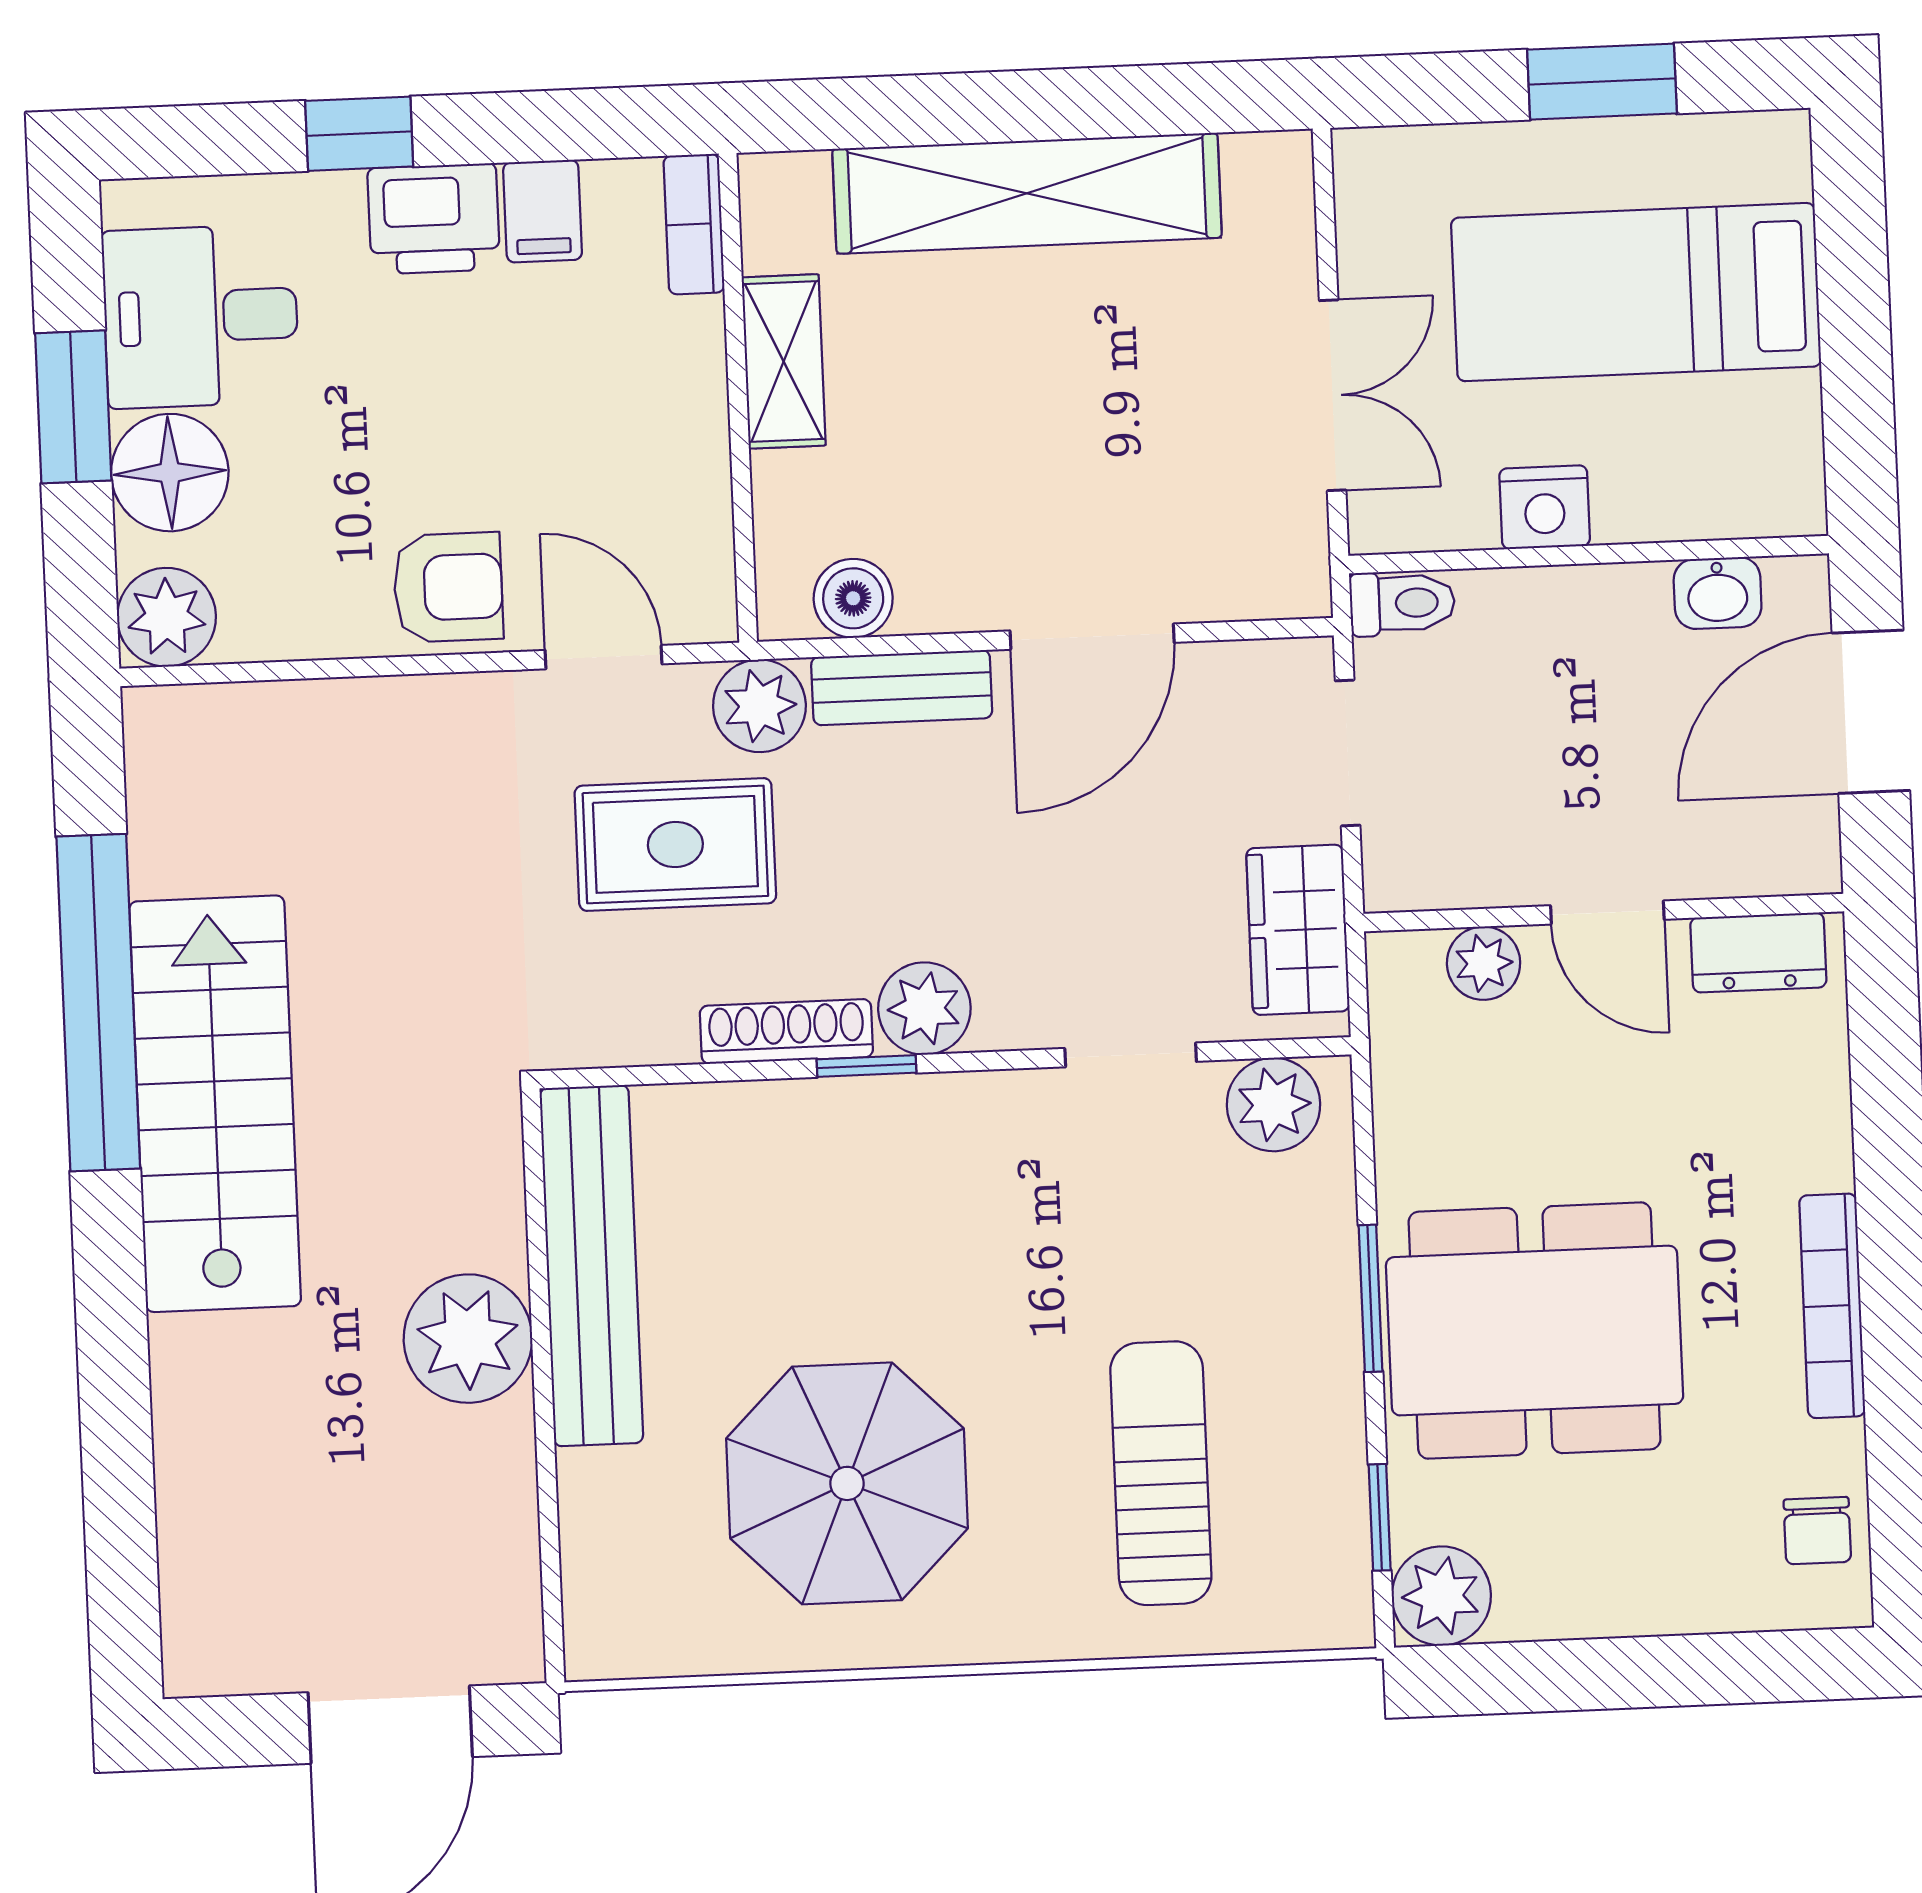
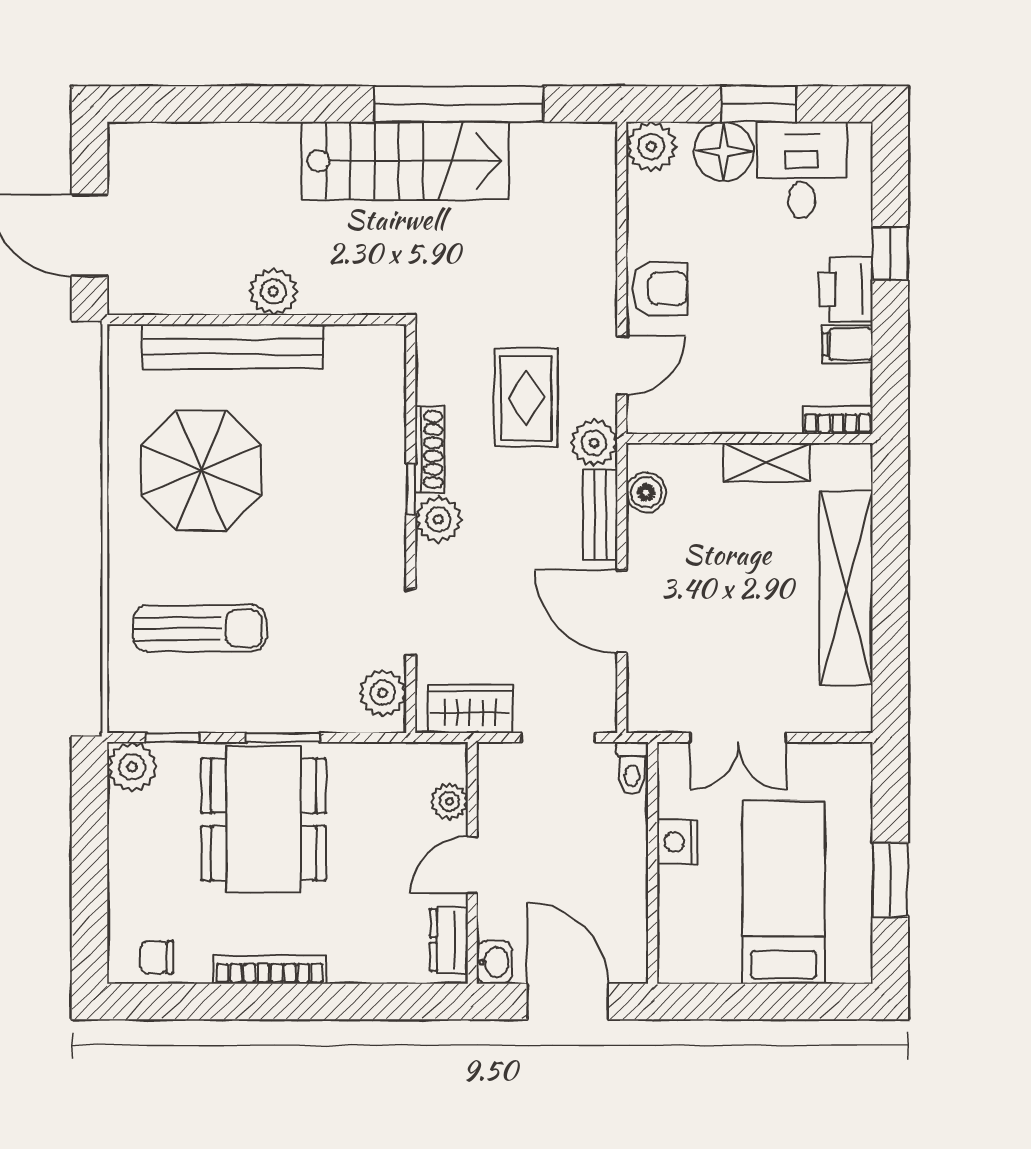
armchair: (448, 587) -> (660, 289), turned -90
washbasin: (1718, 593) -> (494, 962), moved, turned 180
bench: (591, 1266) -> (233, 346), moved
plant: (468, 1339) -> (273, 291), width x0.73, depth x0.73

